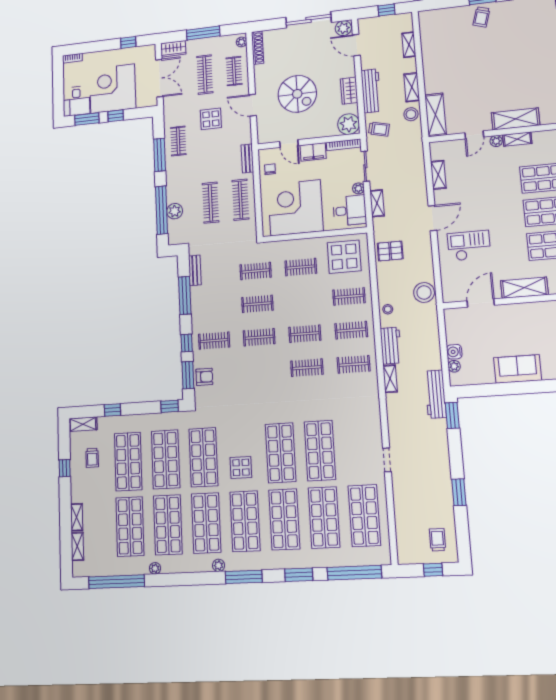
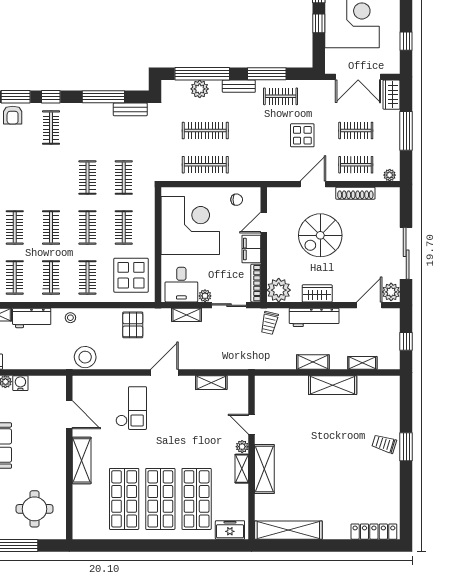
shoe rack: (258, 48) -> (355, 193), moved
clothes rail: (205, 75) -> (356, 131), width x0.73
stool: (411, 114) -> (282, 359), removed
shelving: (436, 115) -> (333, 385), moved
bench: (247, 158) -> (239, 86), moved
door: (432, 218) -> (164, 372), swing flipped
clothes rail: (259, 337) -> (87, 227), moved

